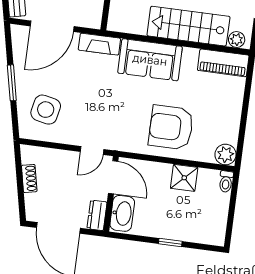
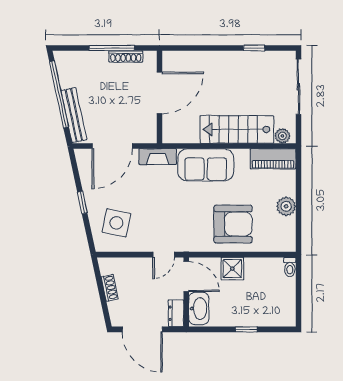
window: (12, 83) -> (82, 202), width x0.67
armchair: (171, 127) -> (233, 224), turned 180
plant: (226, 155) -> (286, 206), moved
shower: (184, 178) -> (232, 269), moved

